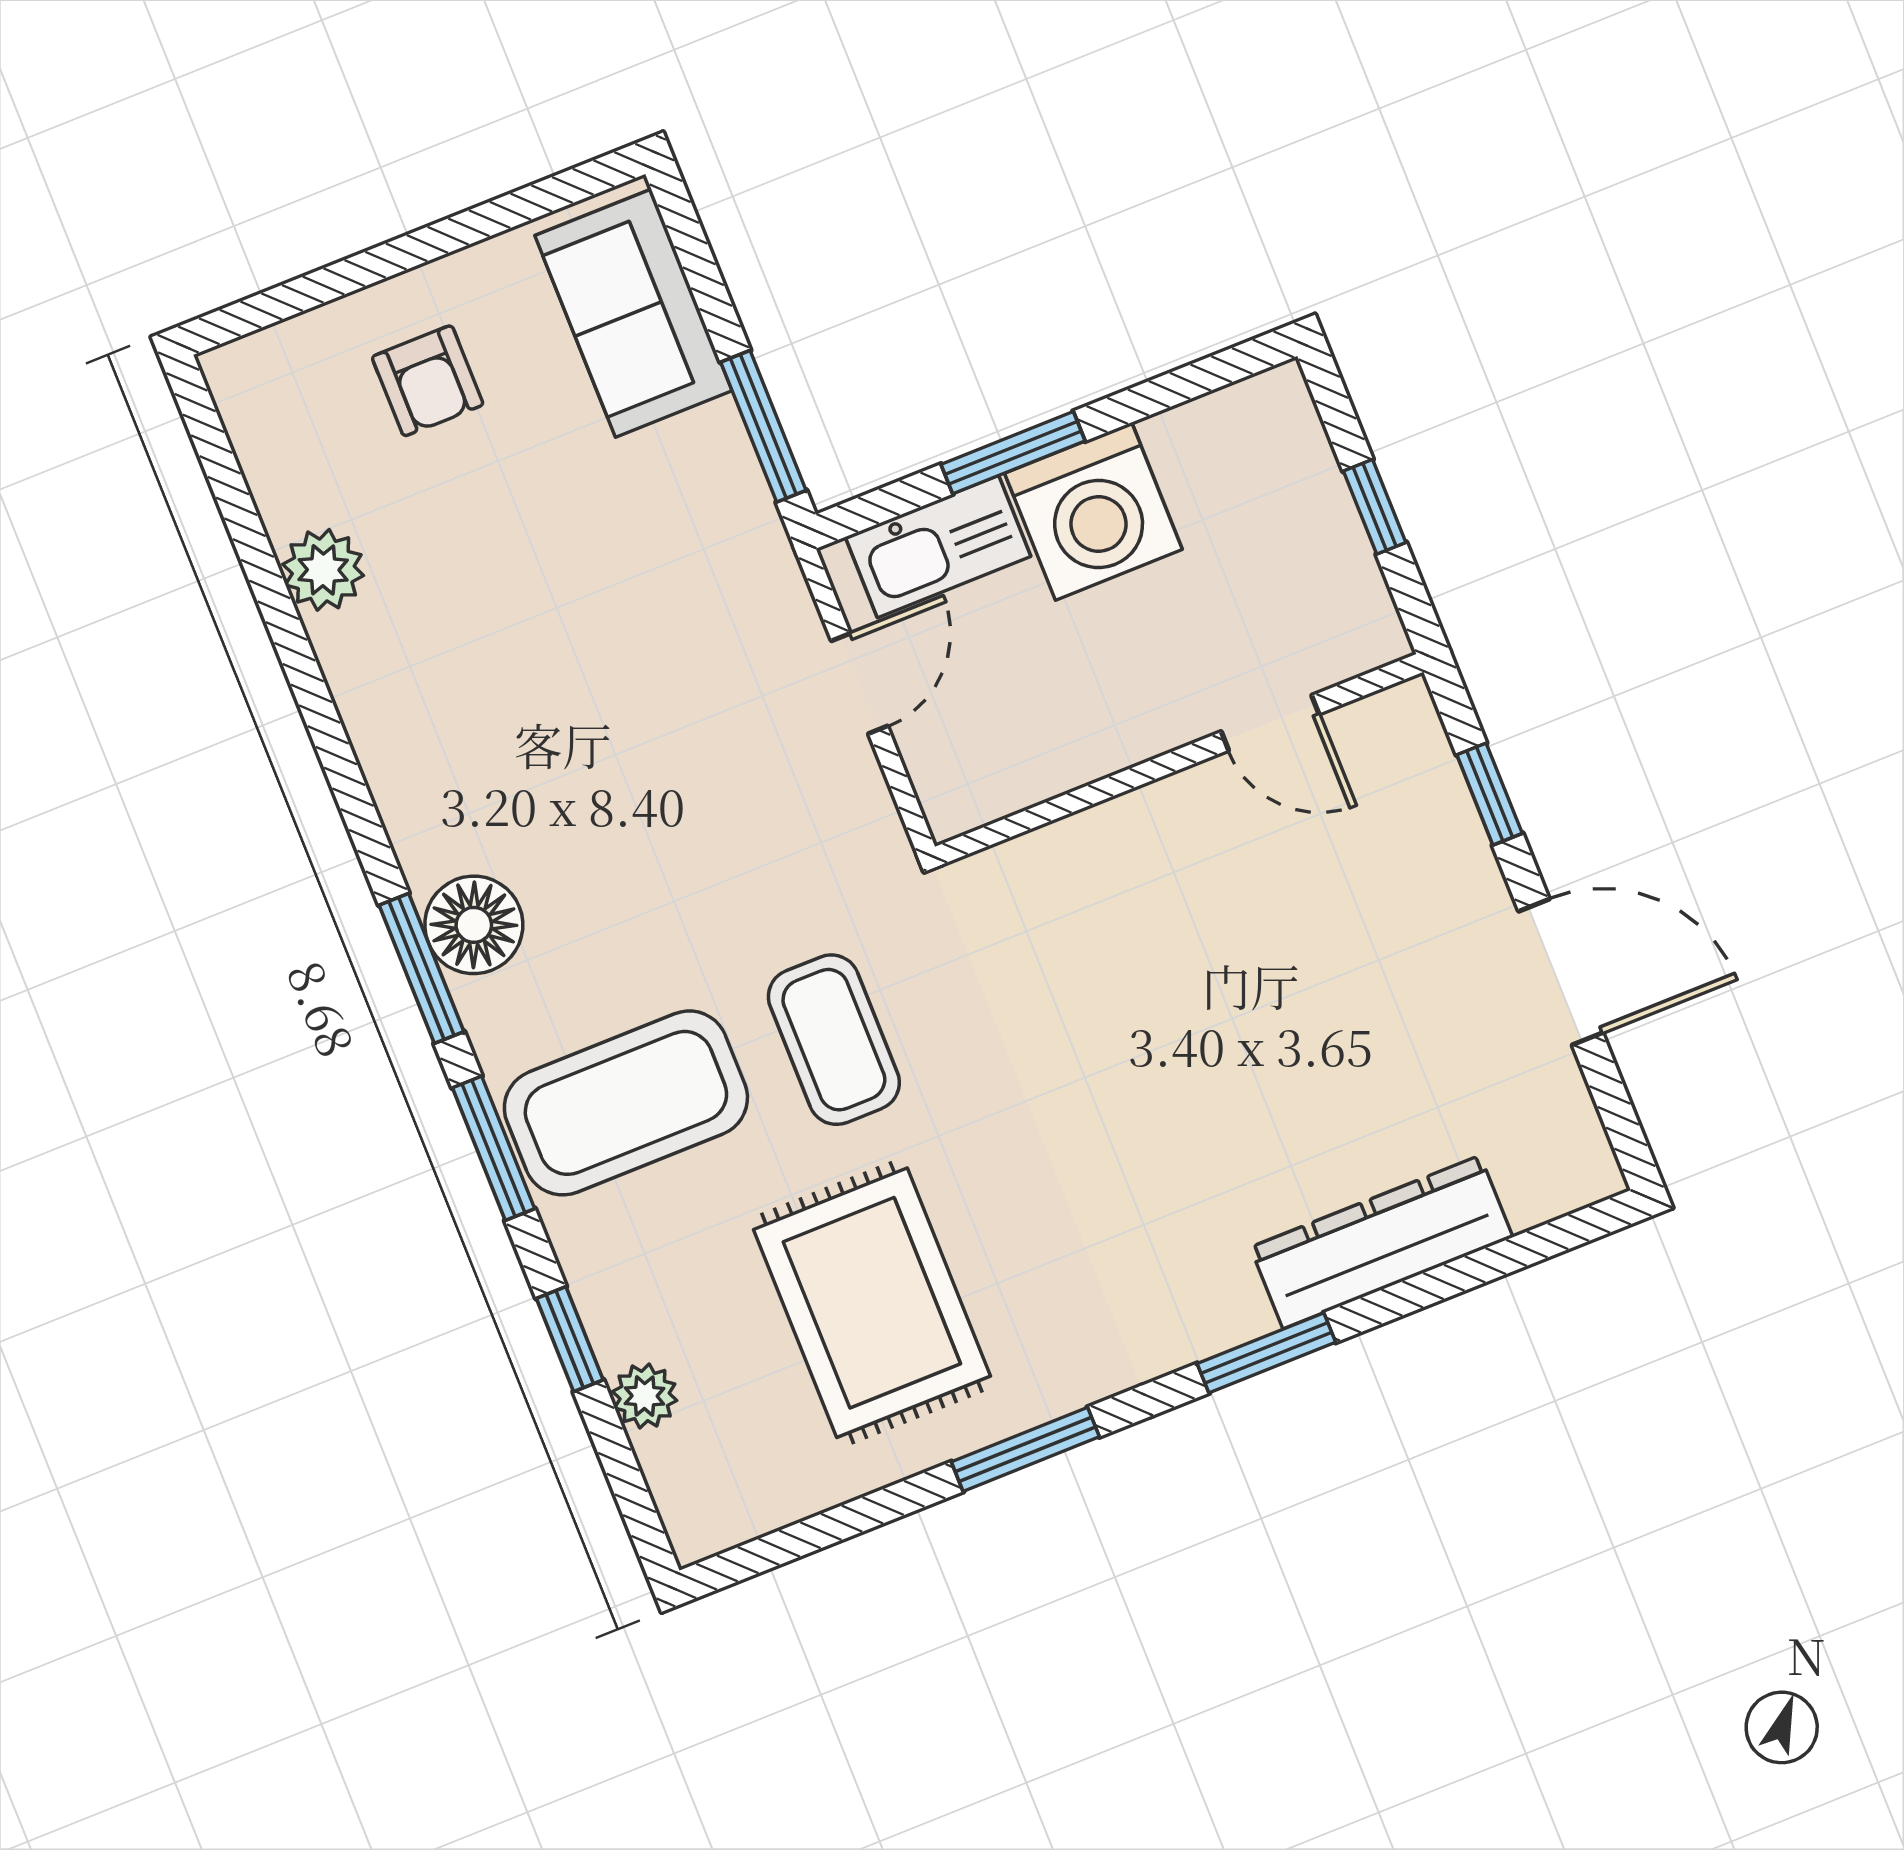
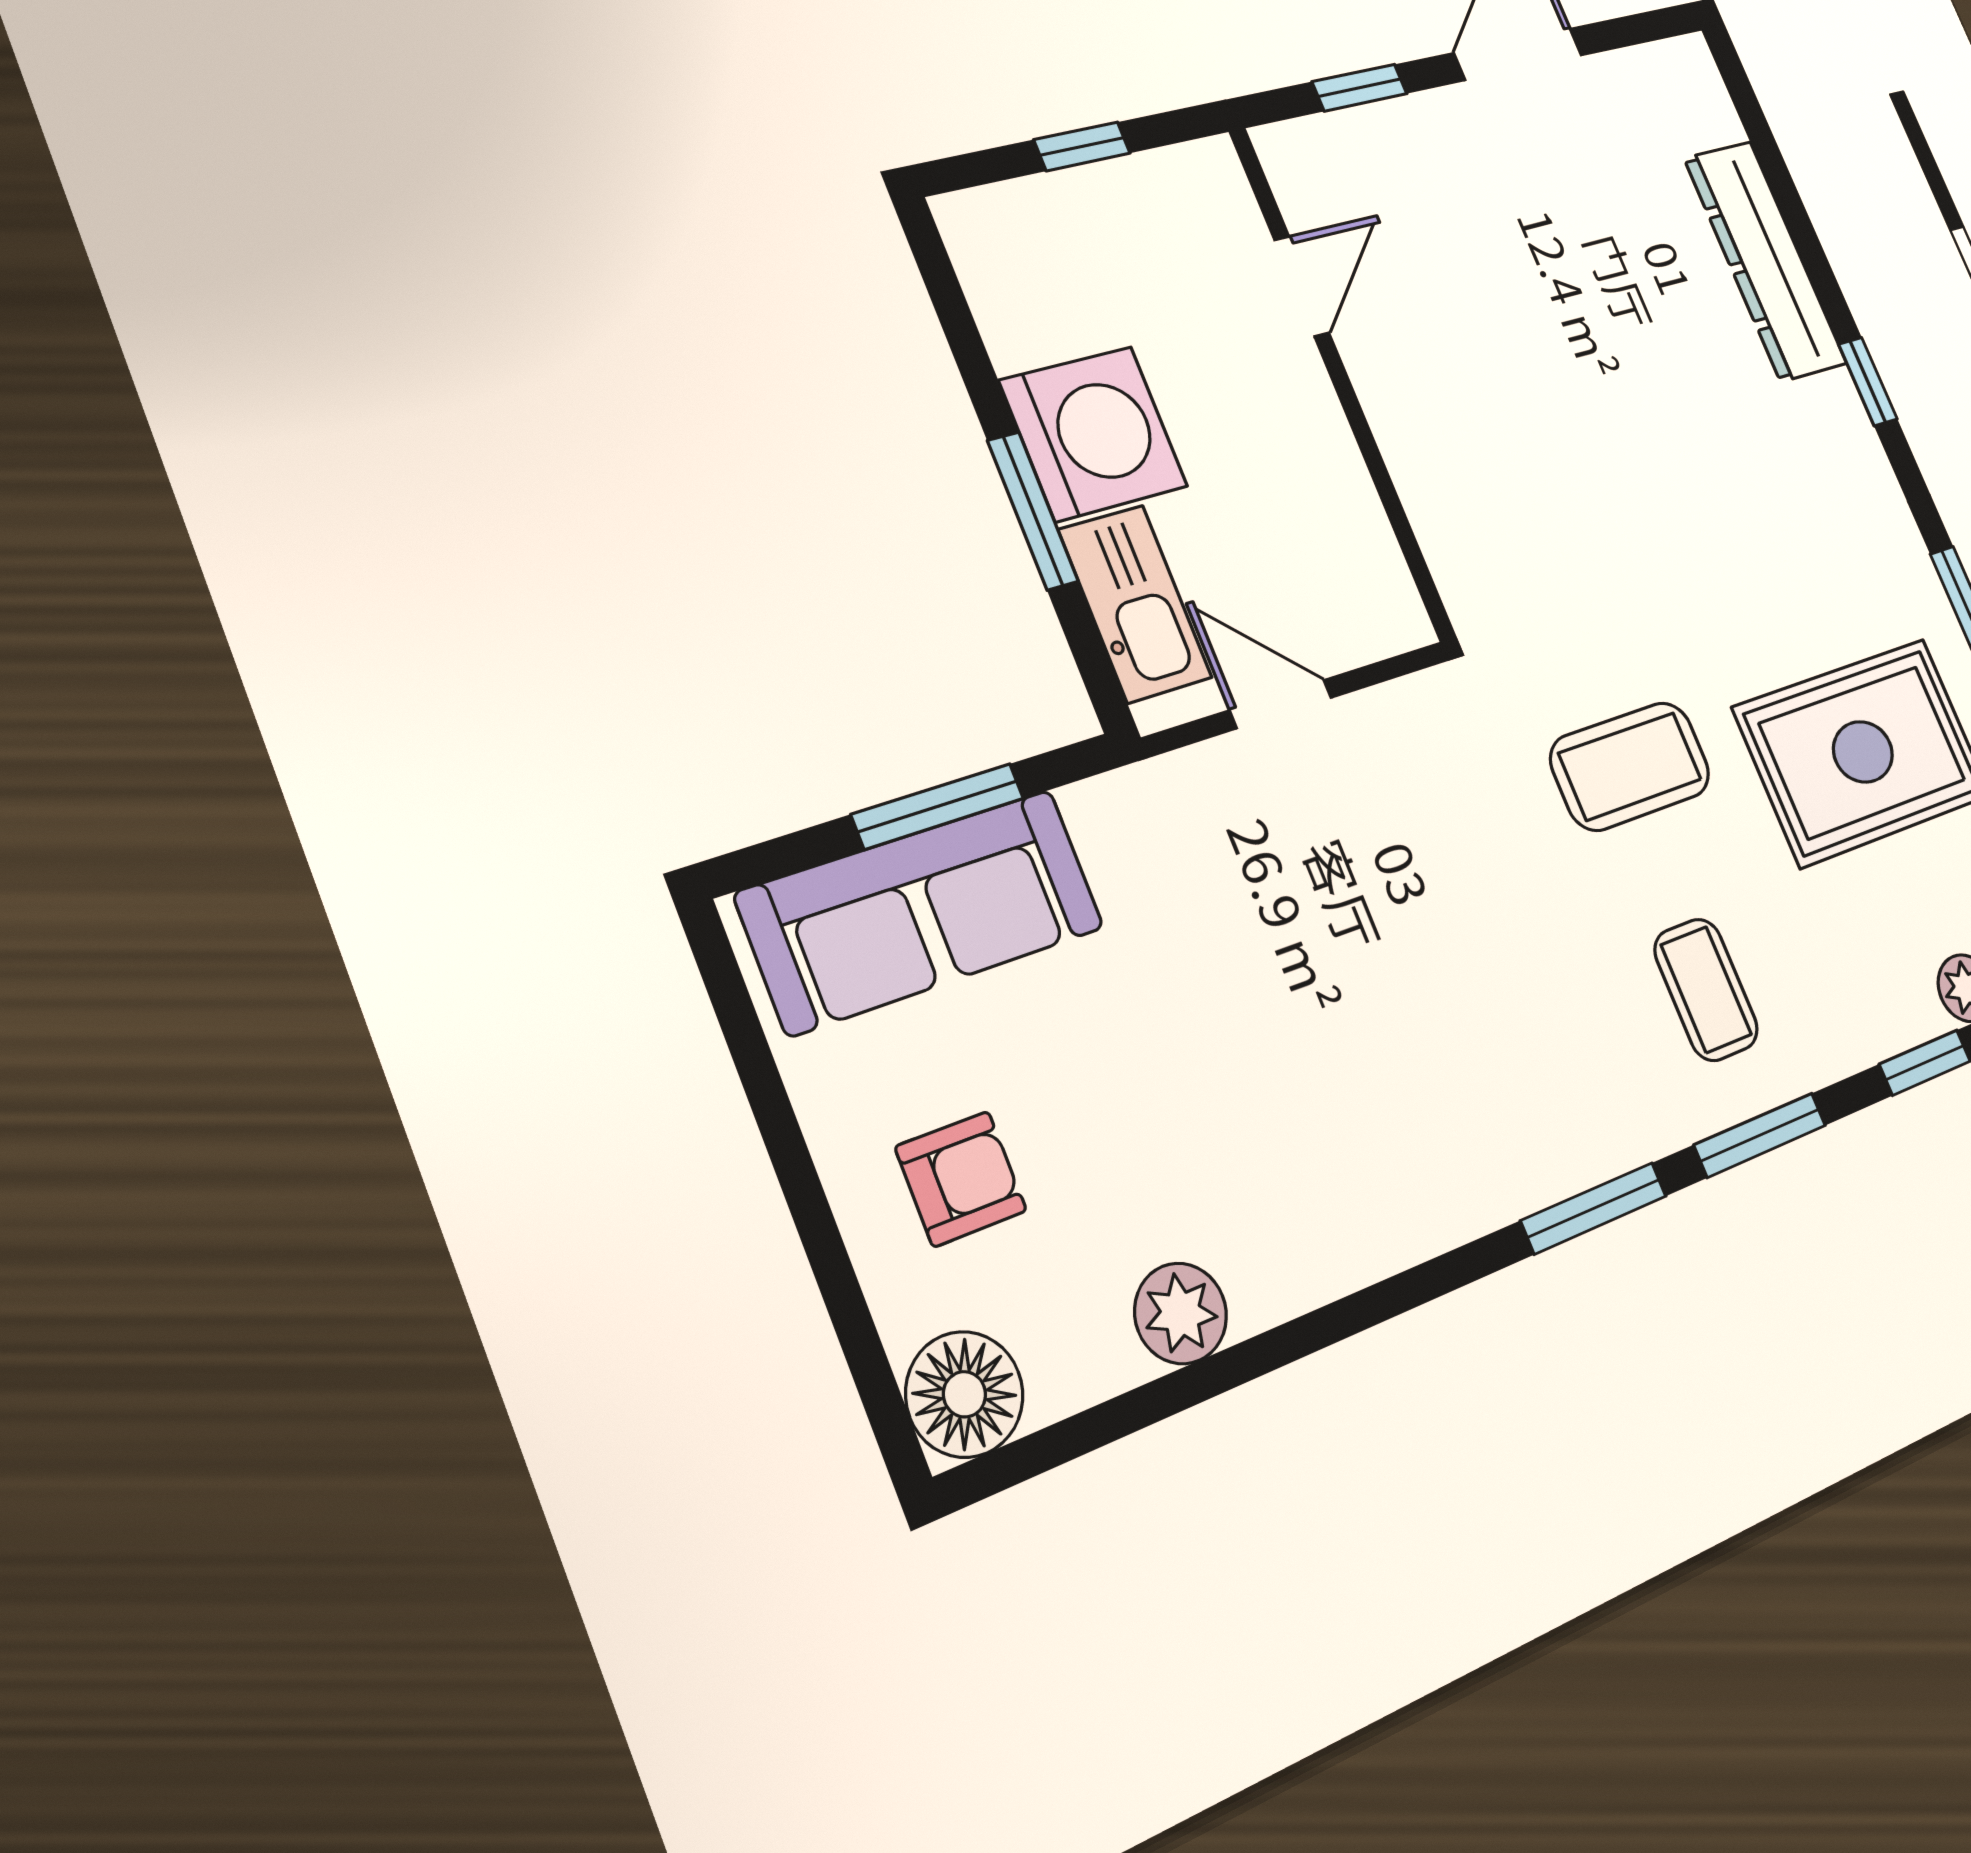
sofa: (633, 313) -> (922, 911), width x1.36
window: (763, 426) -> (938, 806), moved
floor lamp: (474, 925) -> (965, 1394), moved
coffee table: (626, 1103) -> (1706, 990), width x0.54, depth x0.58
window: (1266, 1353) -> (1868, 382), width x0.67

